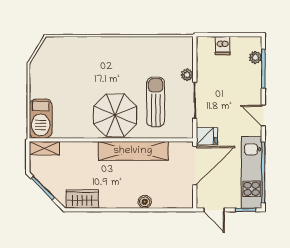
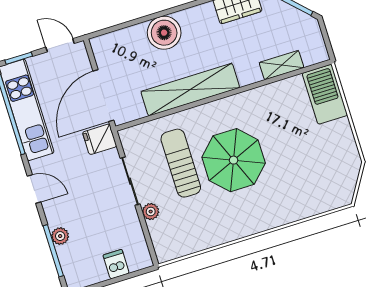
plant: (255, 57) -> (60, 236), moved
sun lounger: (156, 102) -> (181, 163), turned 180
parasol: (115, 115) -> (234, 160), moved
shelving: (44, 148) -> (282, 65), moved
boiler: (145, 202) -> (164, 33), width x1.86, depth x1.86

